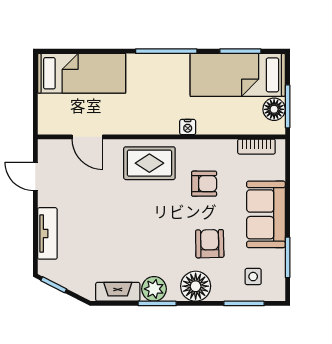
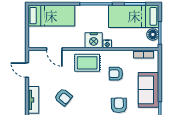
nightstand: (162, 120) -> (94, 40), added
armchair: (204, 184) -> (116, 74), turned 180
armchair: (104, 228) -> (63, 97), added

